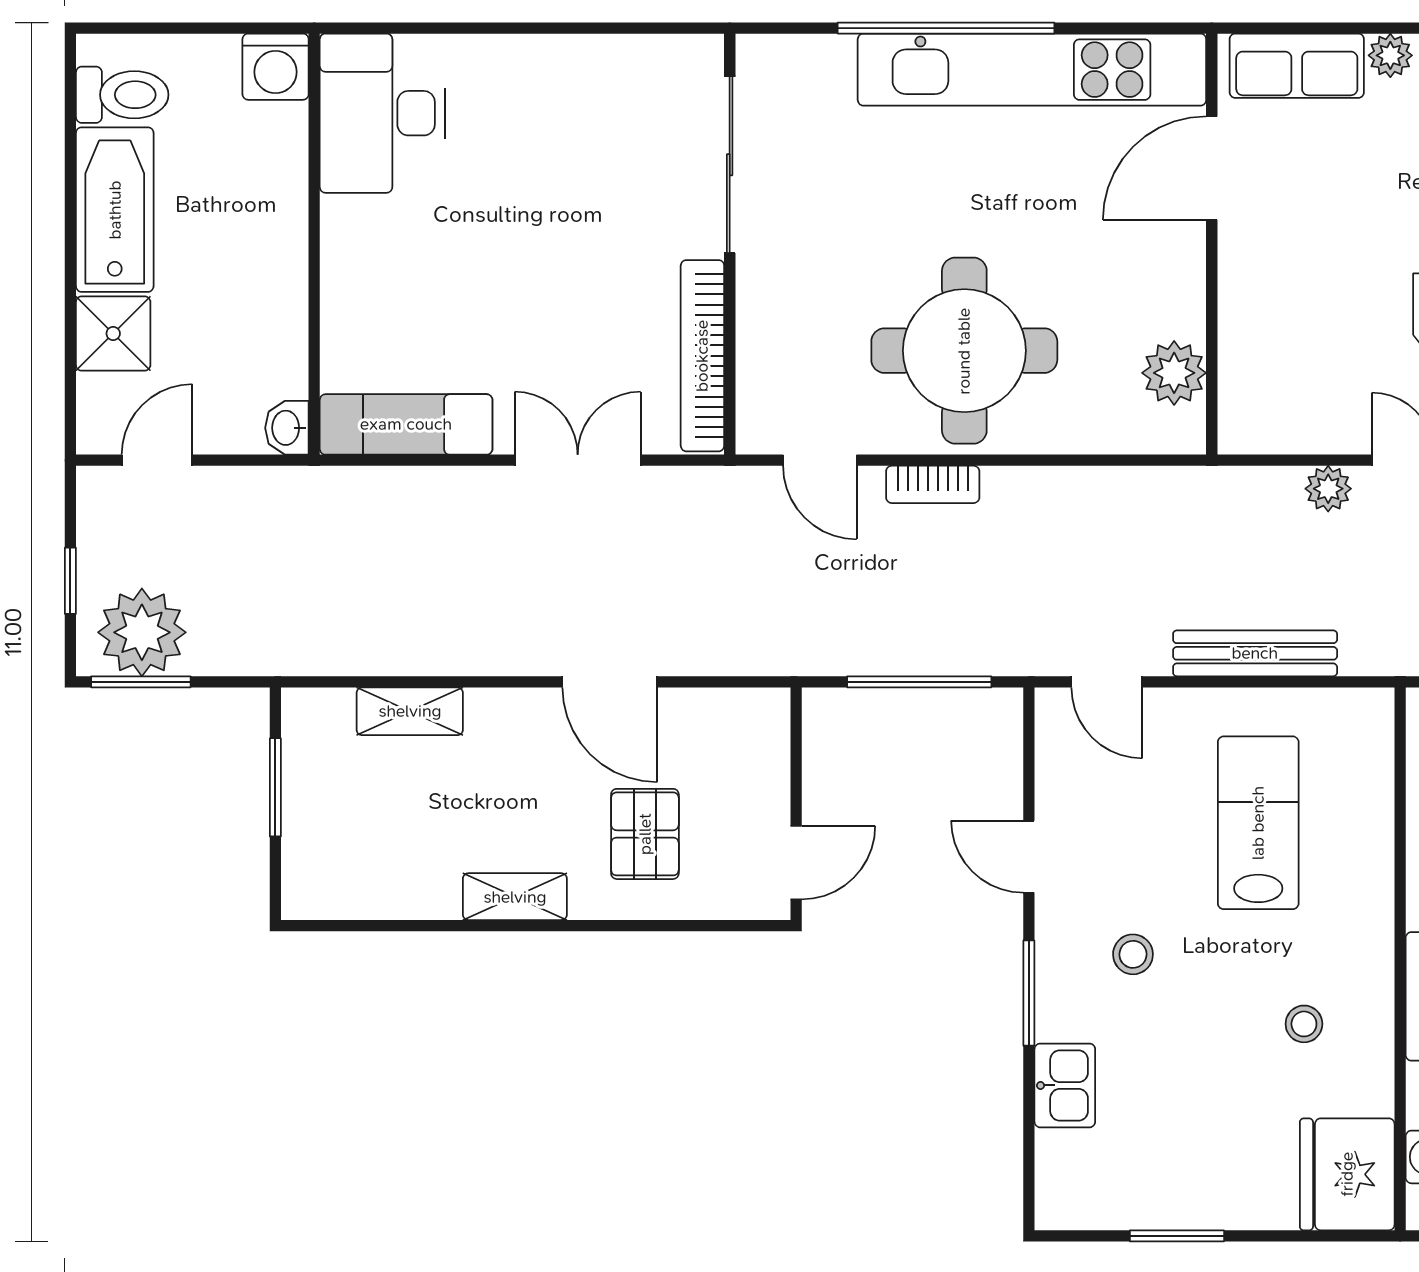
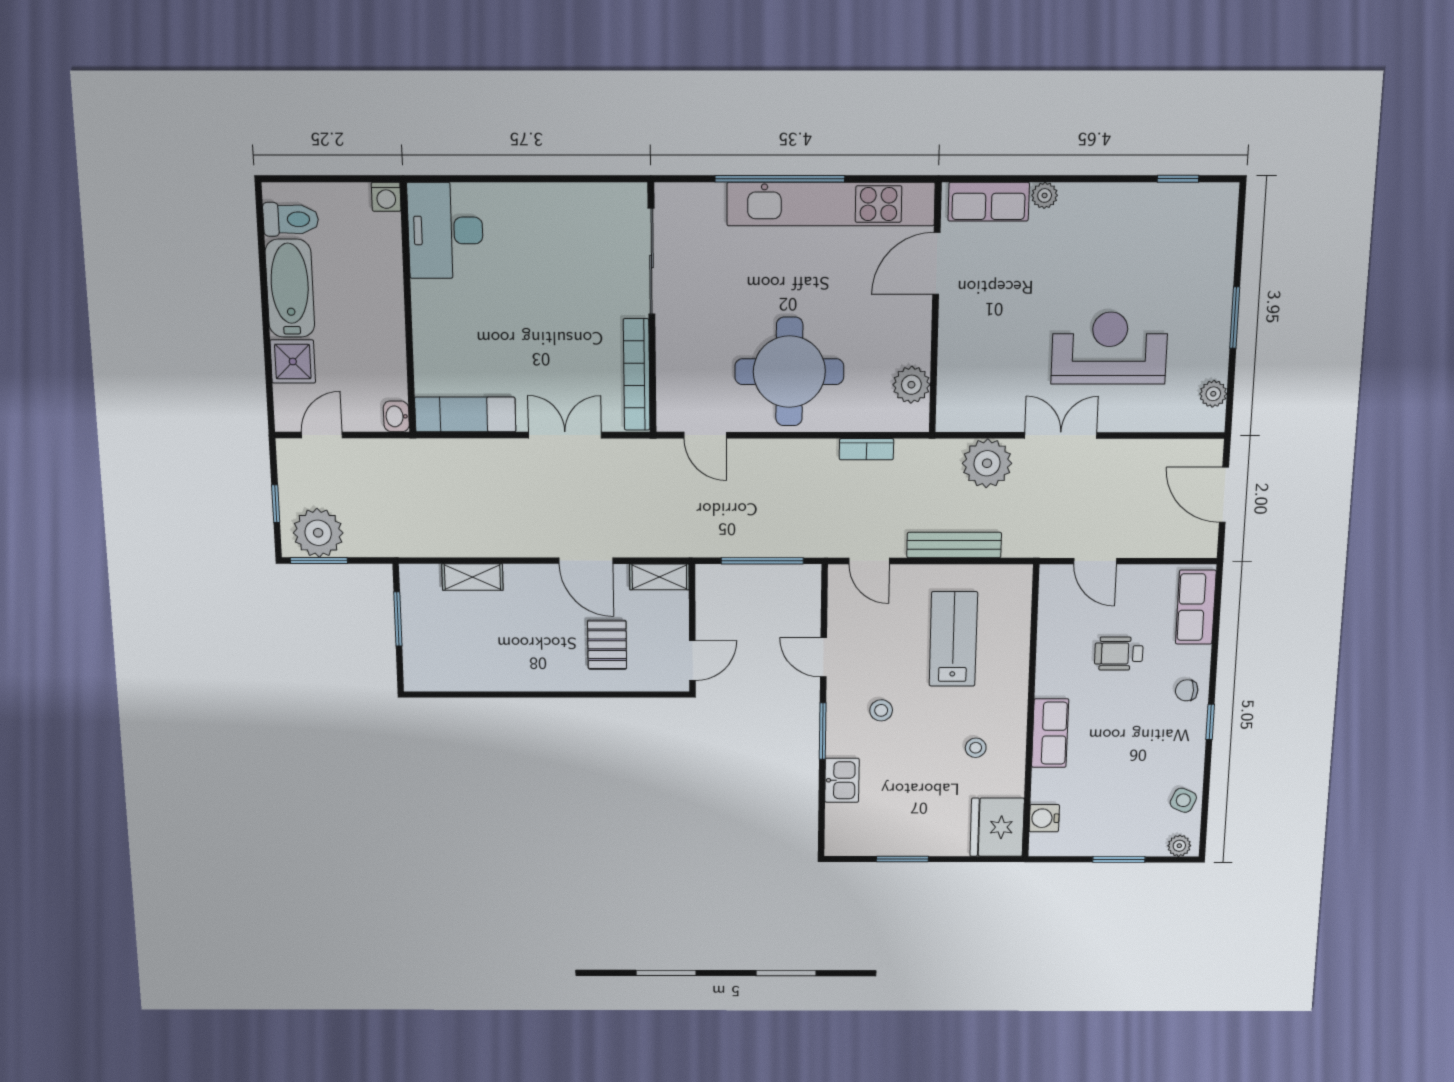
washing machine: (276, 67) -> (386, 197), width x0.73, depth x0.73
bookcase: (933, 484) -> (866, 449), moved
plant: (1328, 489) -> (987, 463), width x1.87, depth x1.87
shelving: (515, 897) -> (659, 577), moved

